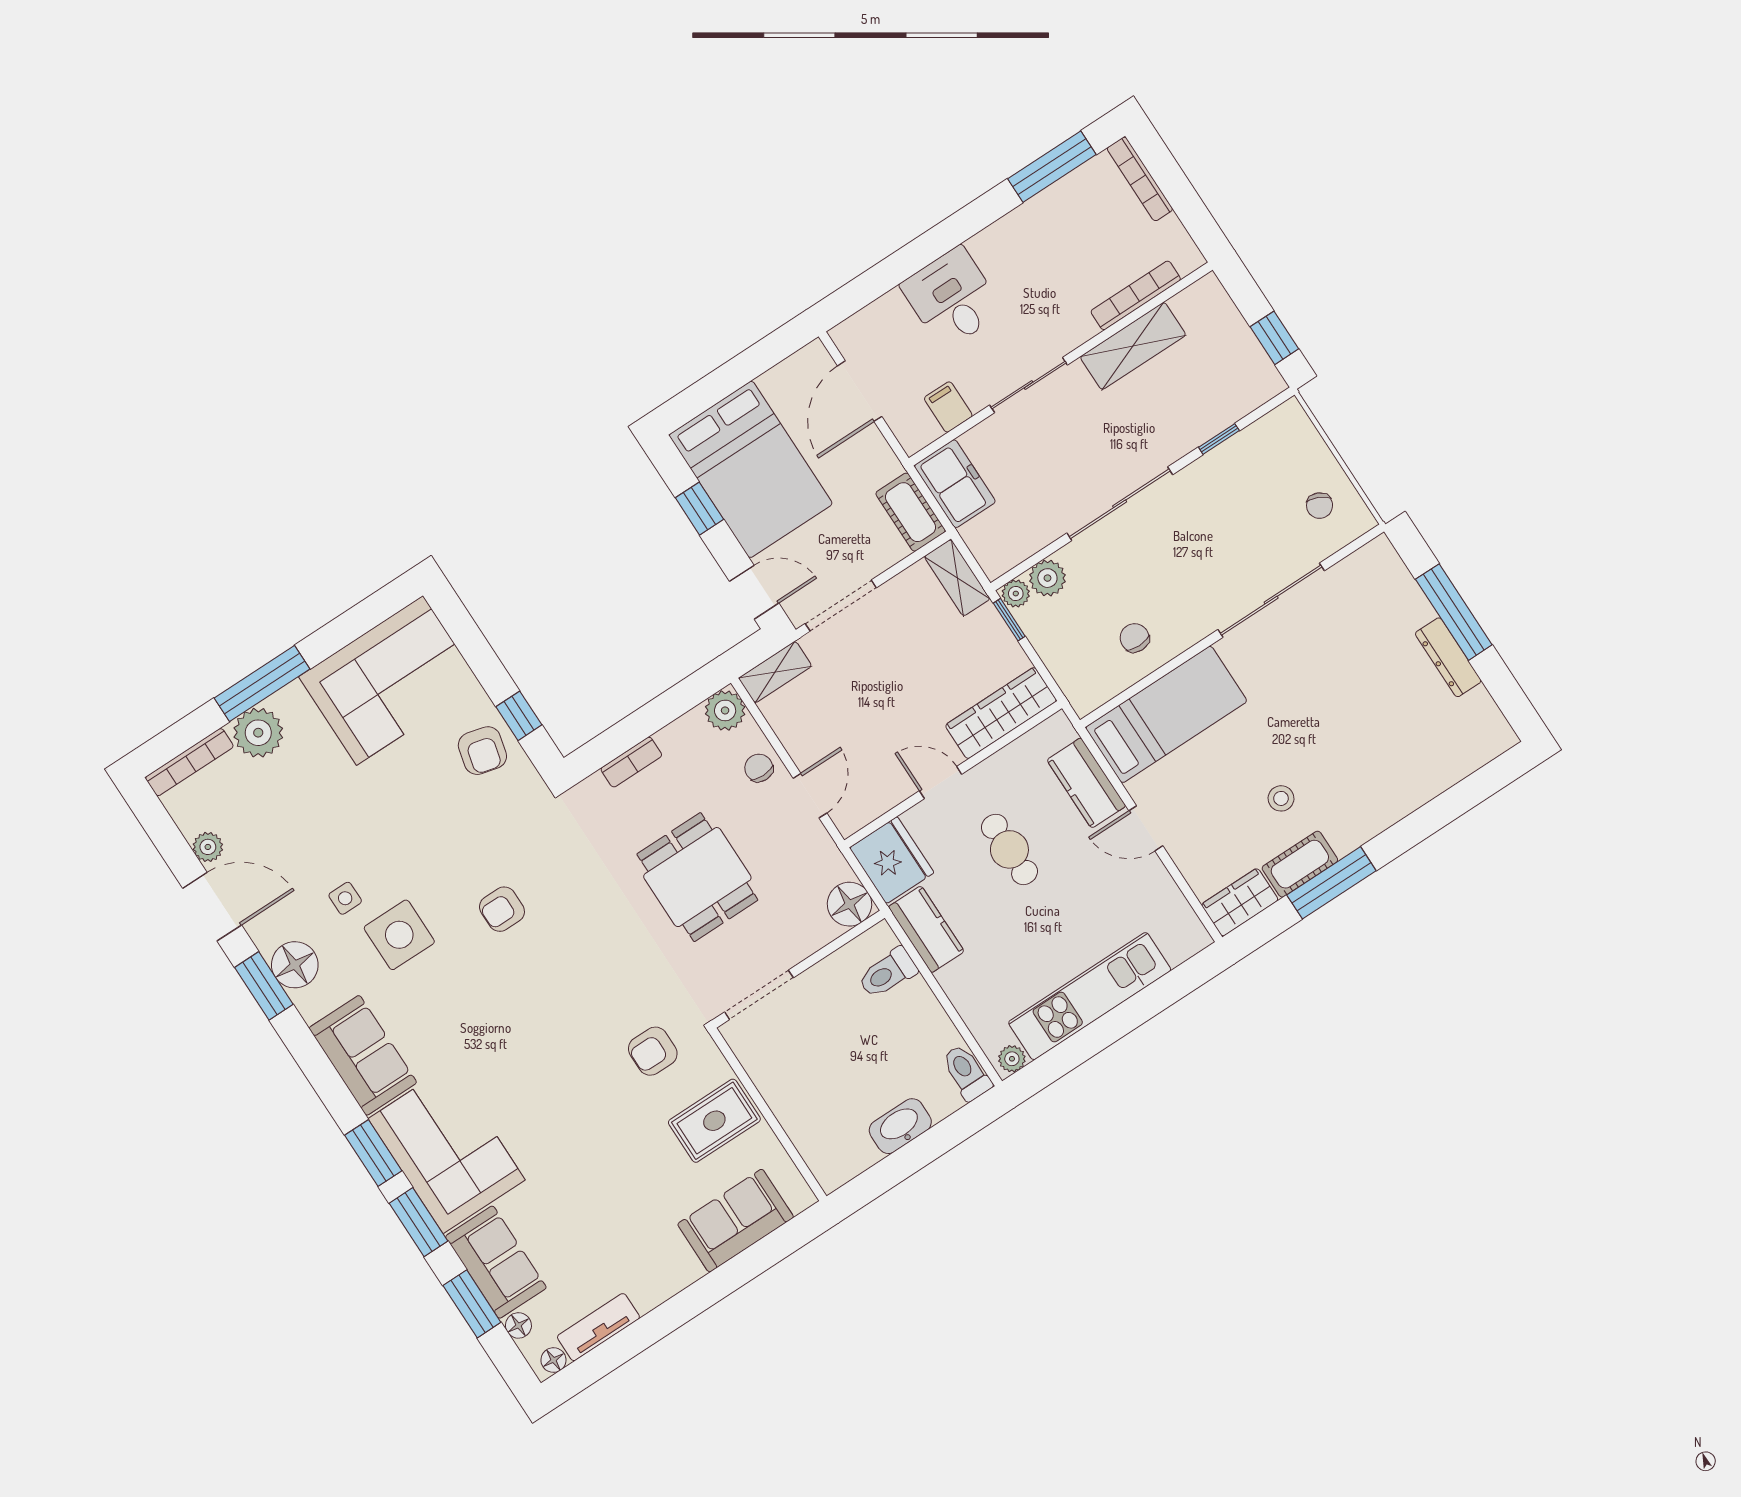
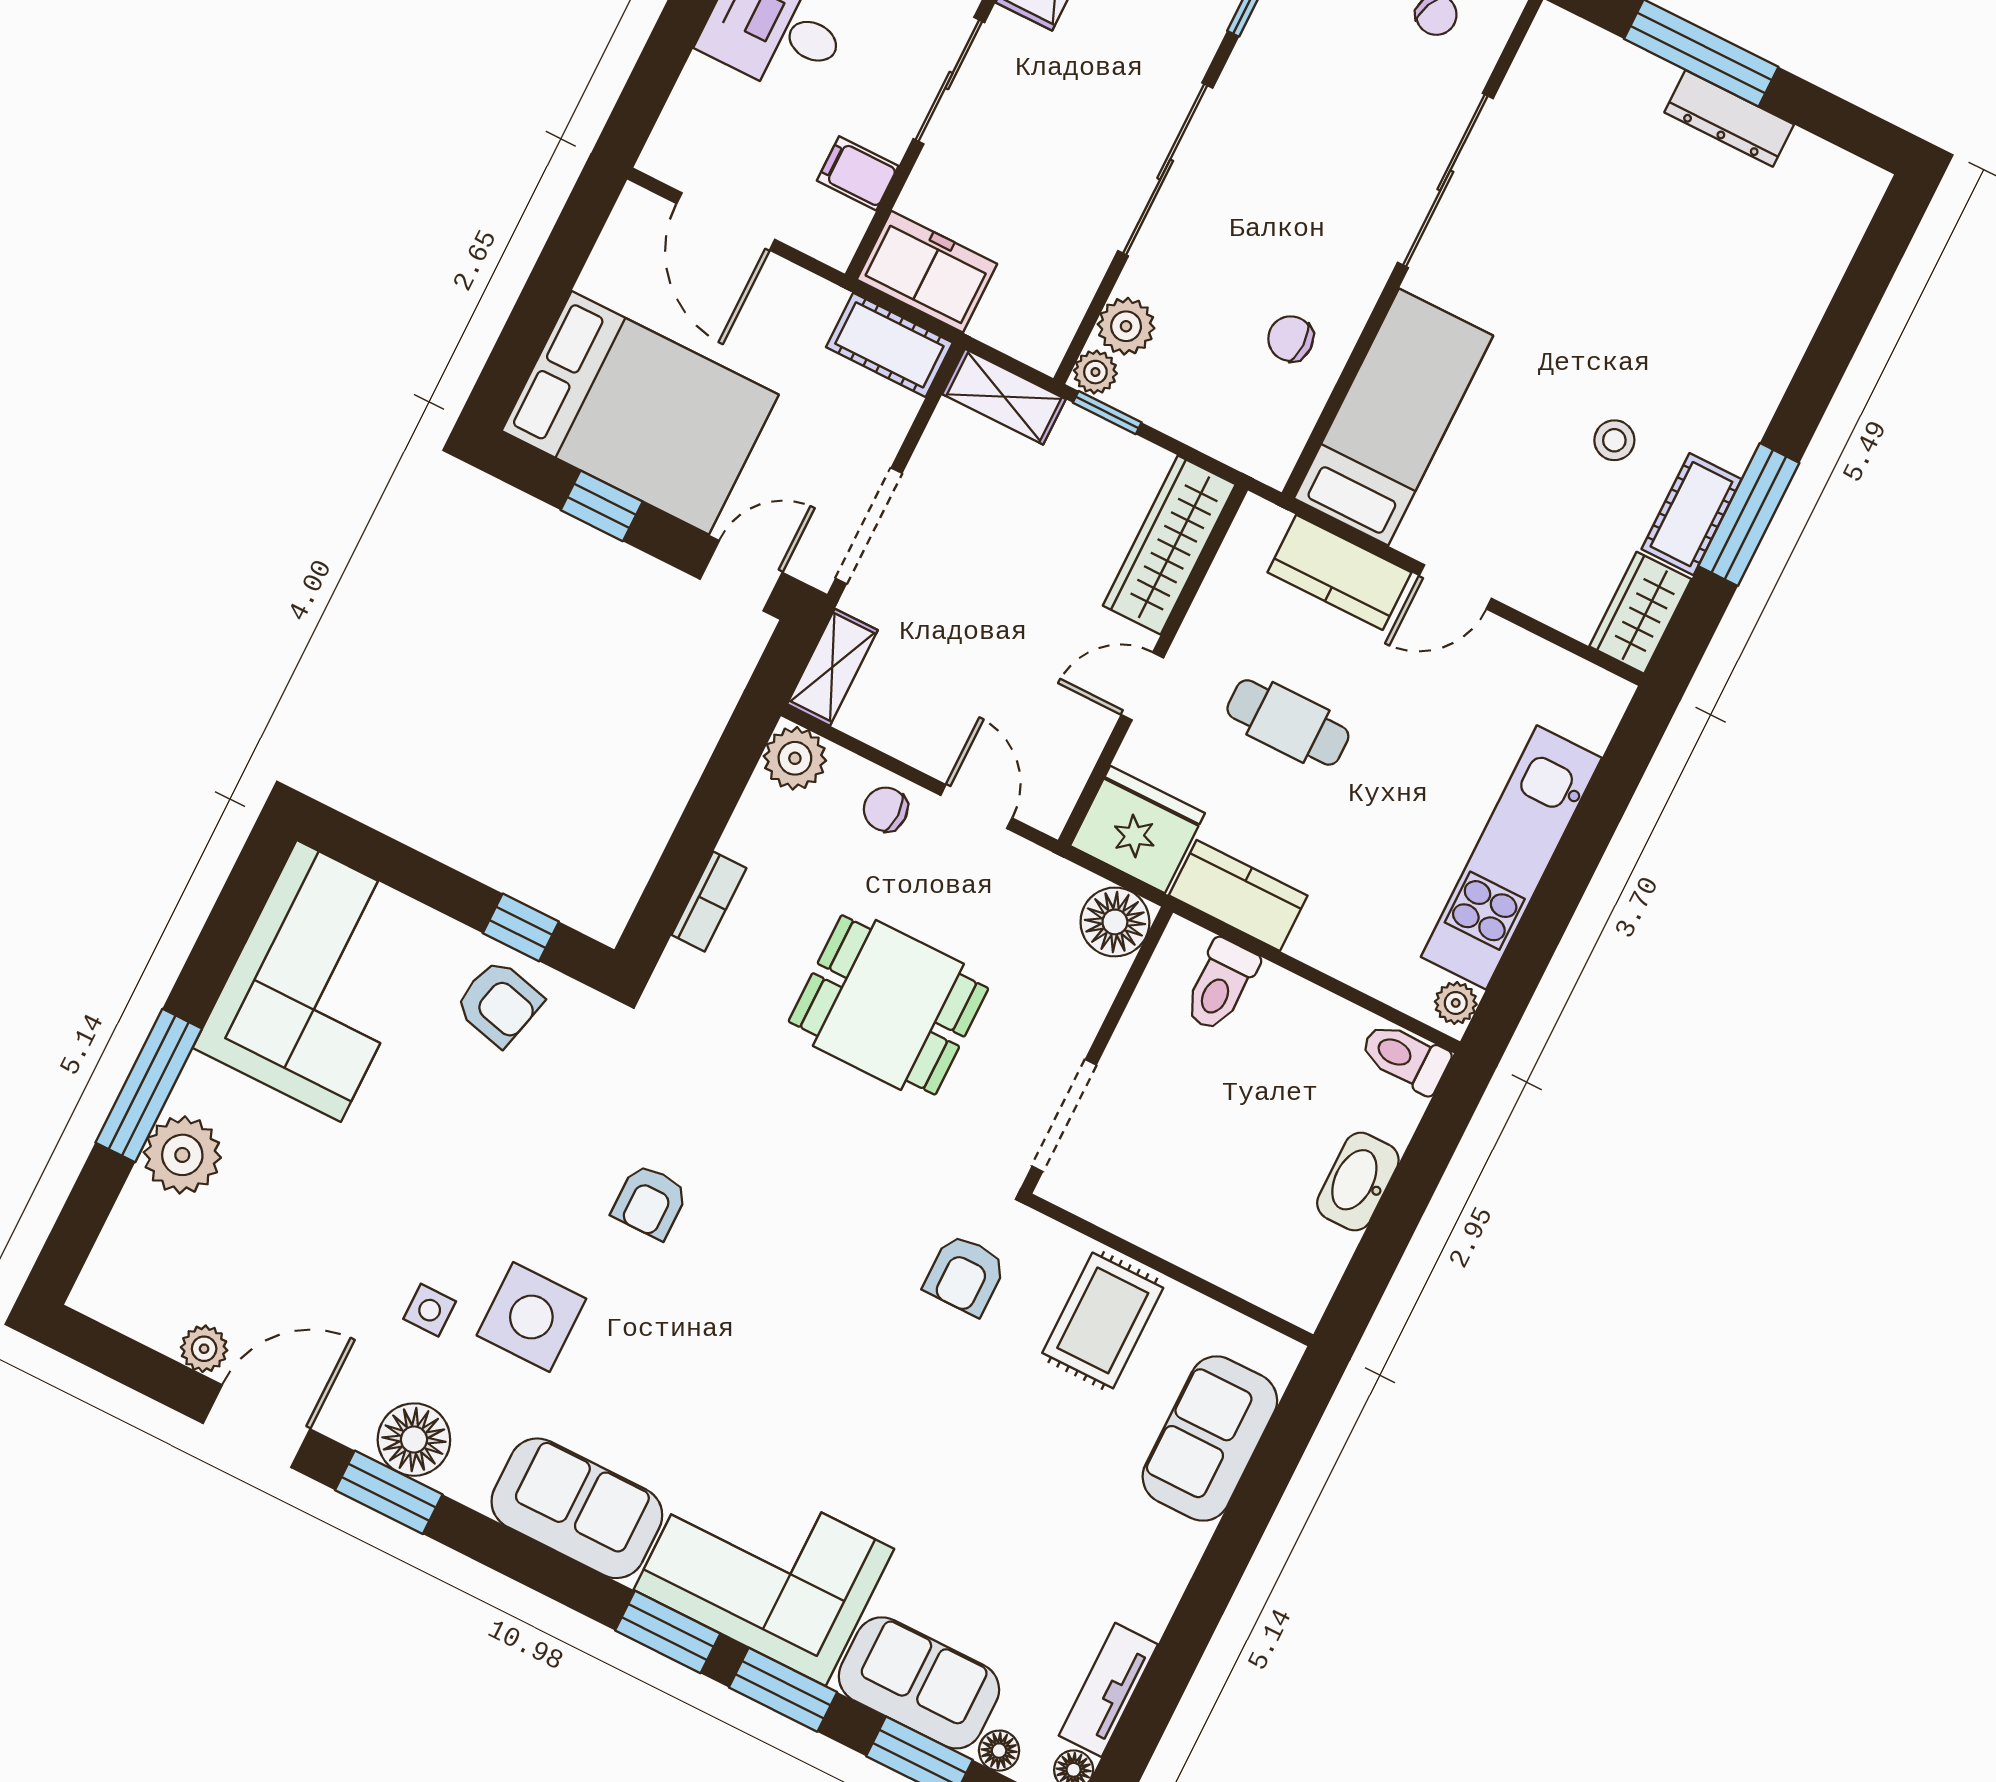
bookcase: (189, 762) -> (112, 1249), removed

